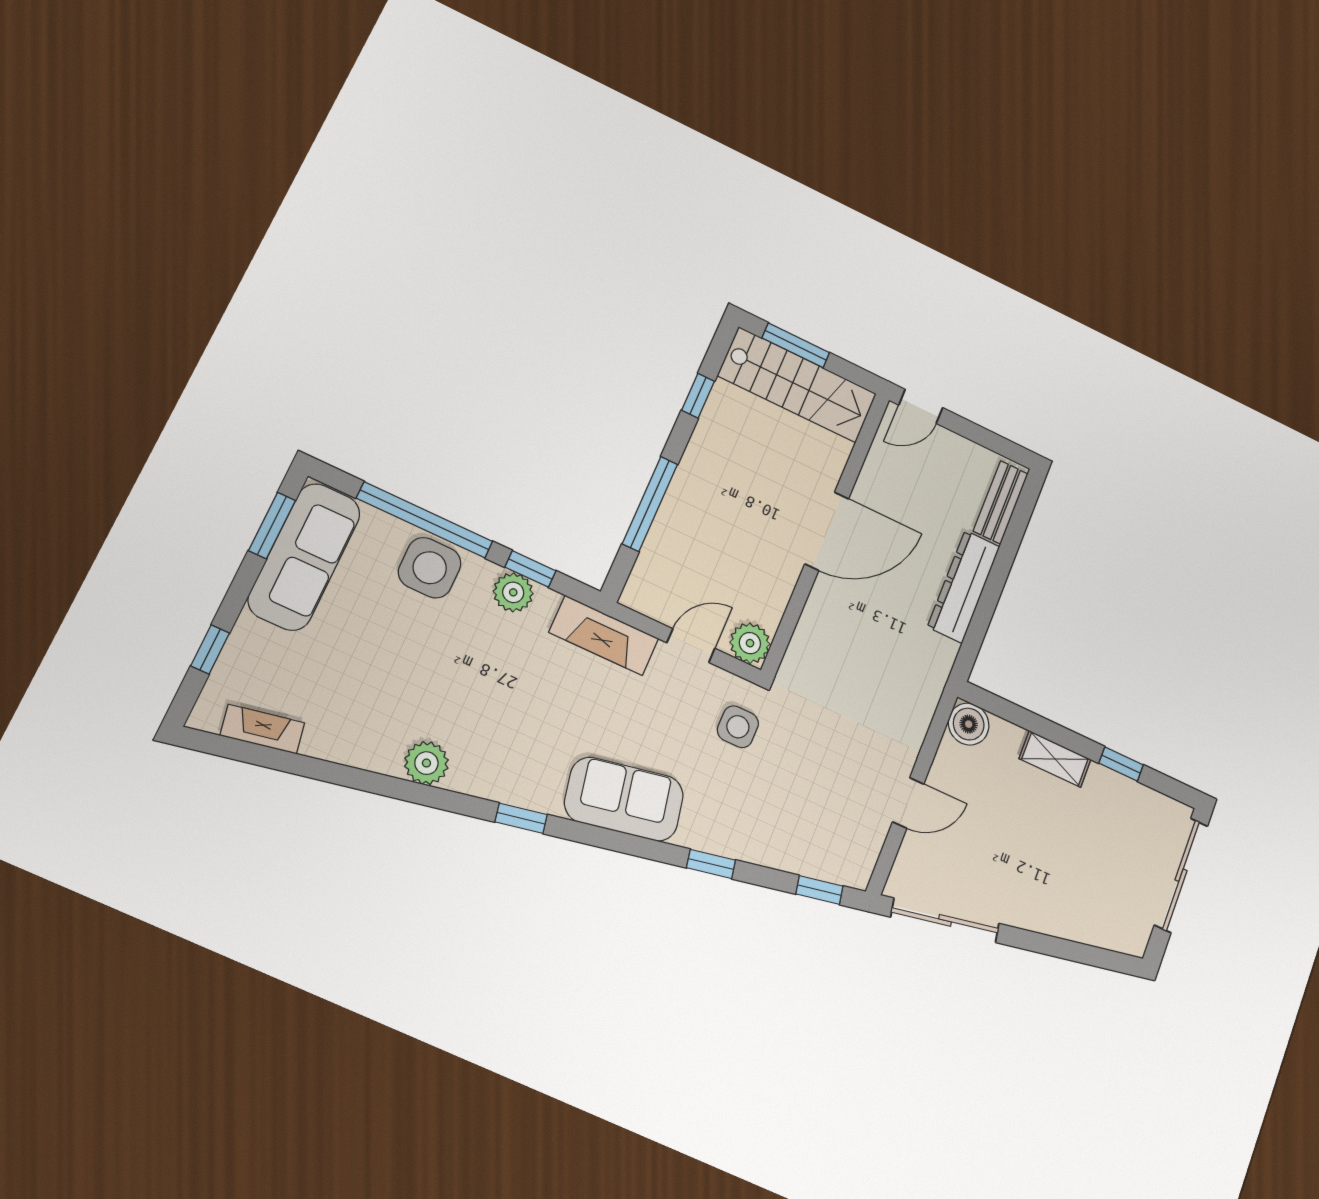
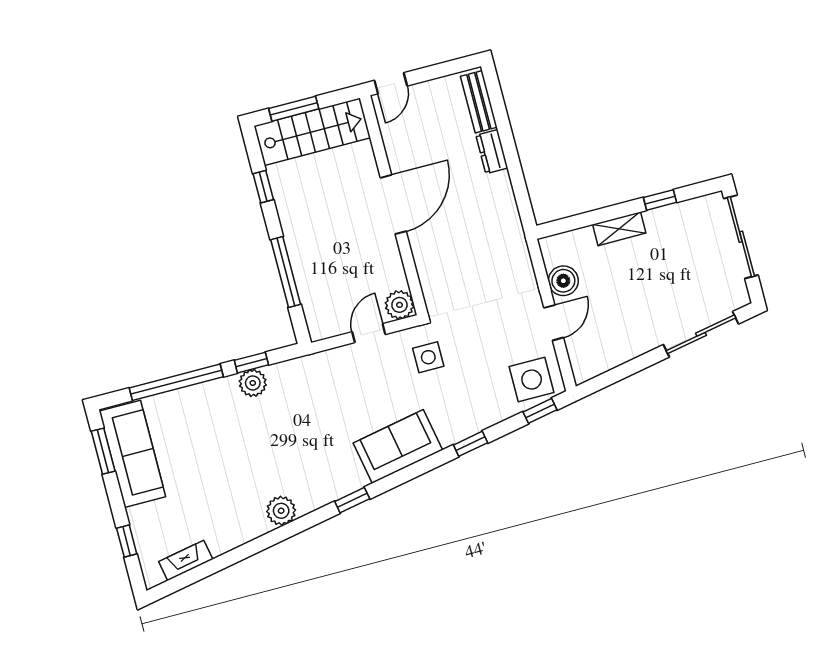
side table: (430, 568) -> (532, 380), moved
dresser: (964, 587) -> (492, 152), width x0.51, depth x0.80
fireplace: (604, 635) -> (318, 366), removed
boiler: (969, 724) -> (563, 281), moved
sliding door: (945, 920) -> (701, 334), moved

